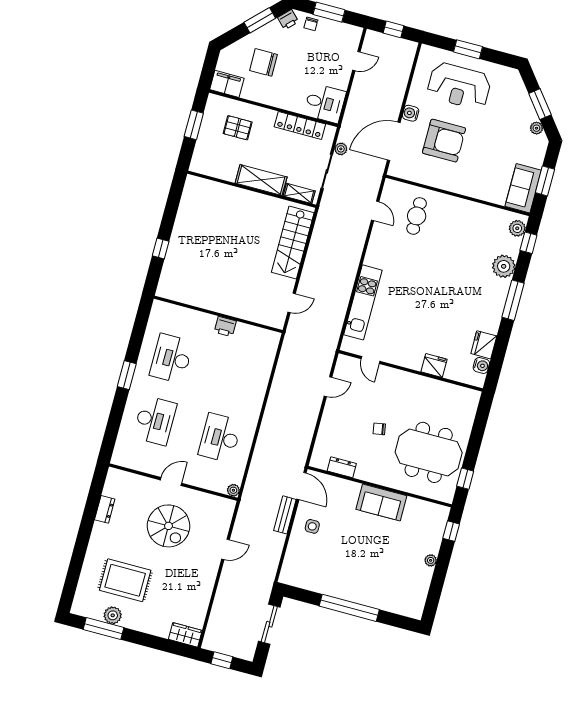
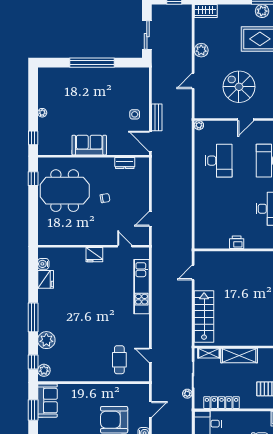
door: (394, 141) -> (150, 409), width x0.53
fridge: (434, 366) -> (94, 255), moved
plant: (205, 586) -> (201, 50), added

